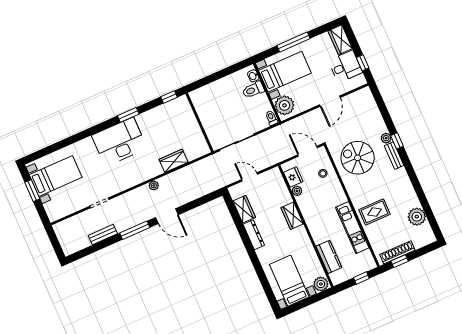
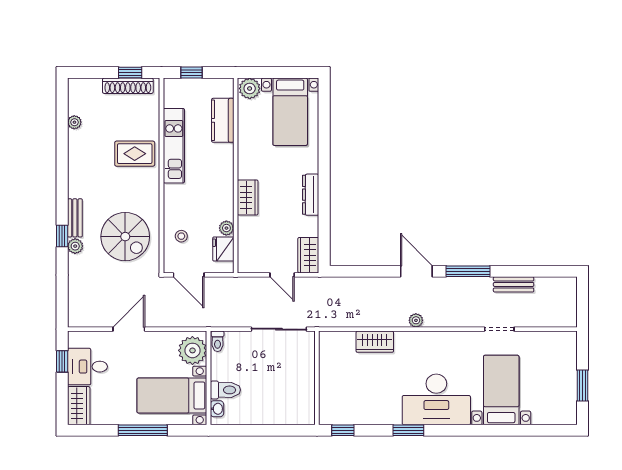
bed with nightstands: (56, 176) -> (501, 390), moved, turned 90
wardrobe: (244, 209) -> (308, 255), moved
plant: (417, 217) -> (74, 122), width x0.53, depth x0.53

